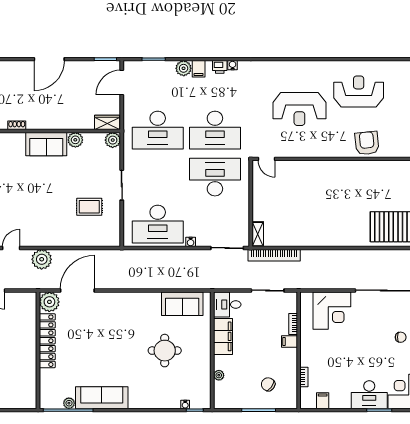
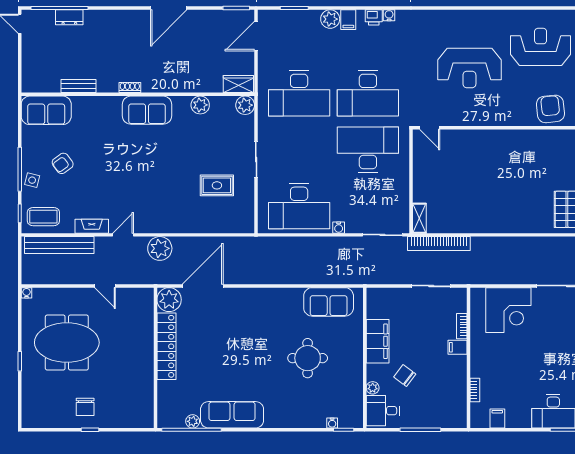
sofa: (46, 144) -> (147, 110), moved
desk: (227, 304) -> (383, 411), moved
chair: (268, 384) -> (405, 376), moved

